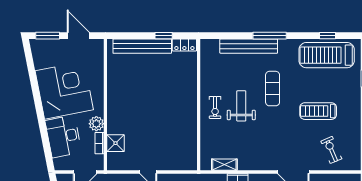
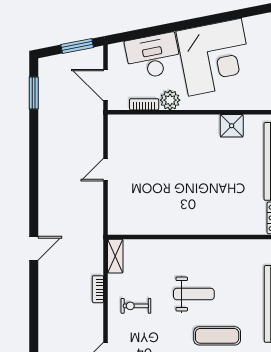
exercise bike: (215, 107) -> (136, 306), moved
shower: (116, 143) -> (232, 126), moved
shelving: (224, 165) -> (115, 256), moved

